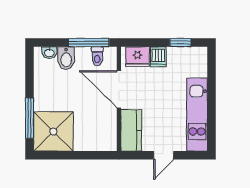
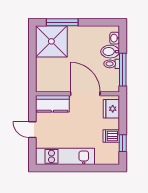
toilet: (97, 56) -> (112, 64), moved
dishwasher: (158, 57) -> (111, 136), moved
door: (119, 89) -> (85, 94), hinge flipped

